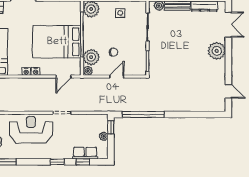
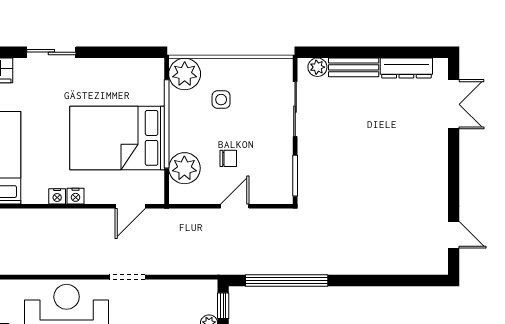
side table: (120, 13) -> (221, 100), moved
plant: (217, 51) -> (431, 156), removed
plant: (88, 71) -> (178, 195), removed

